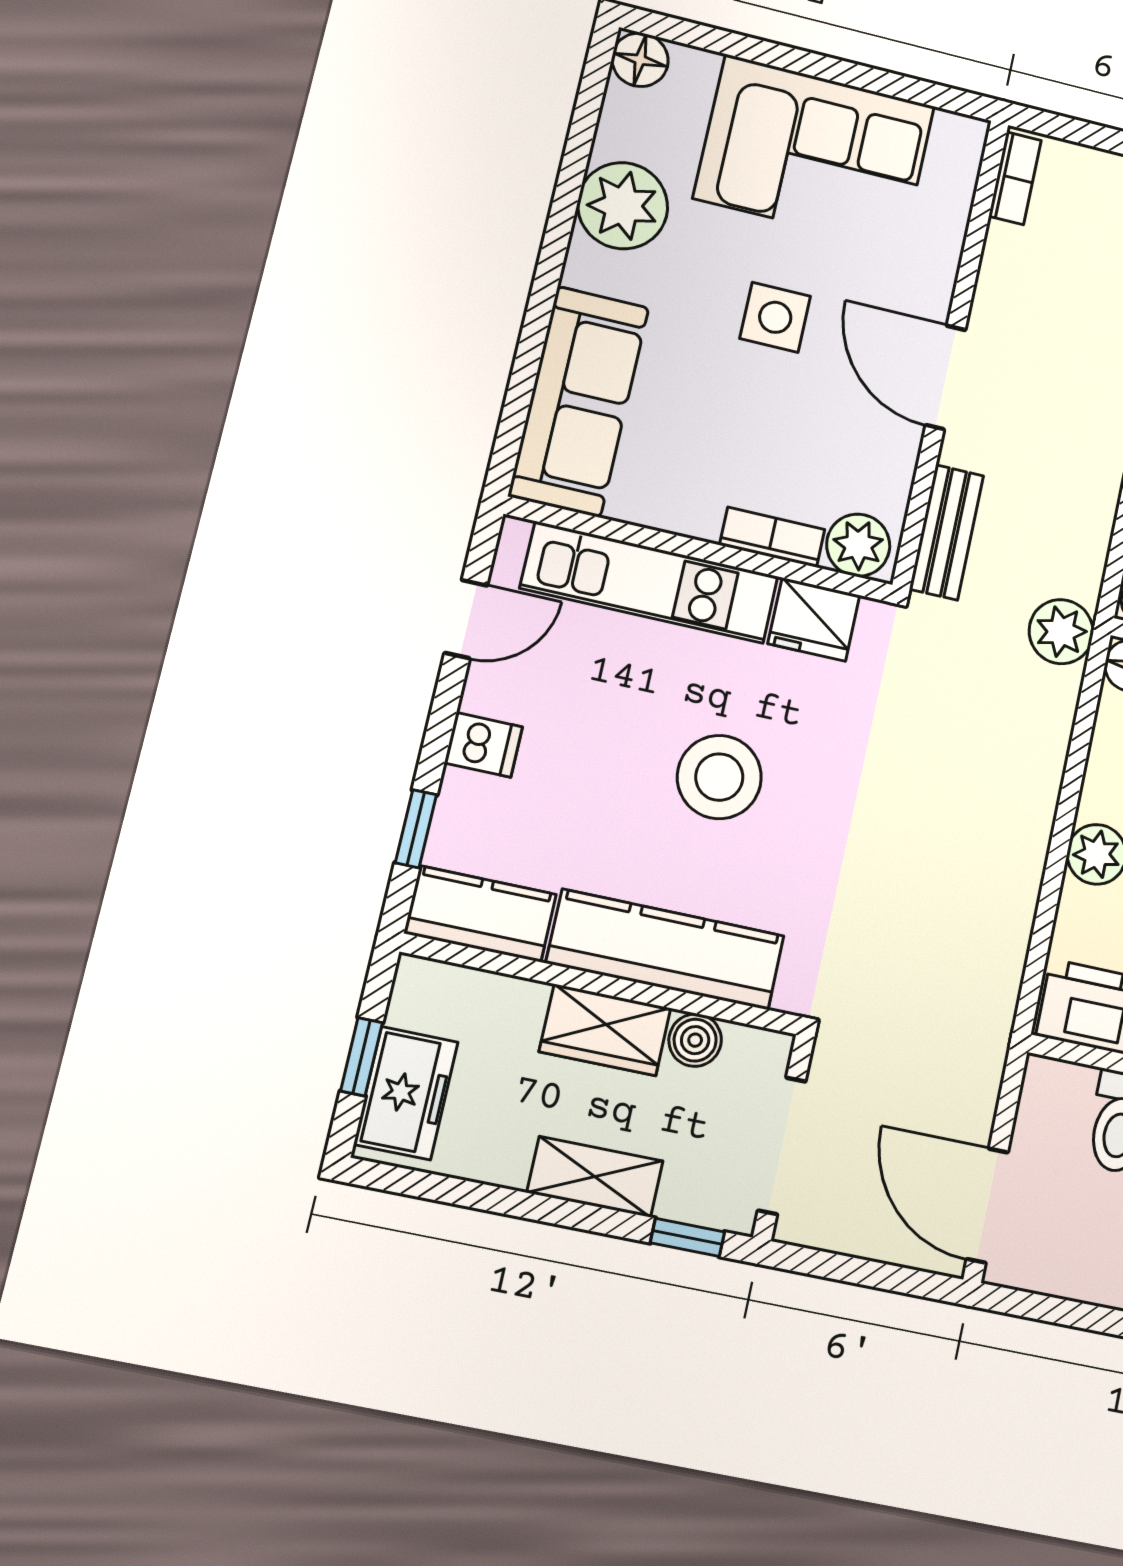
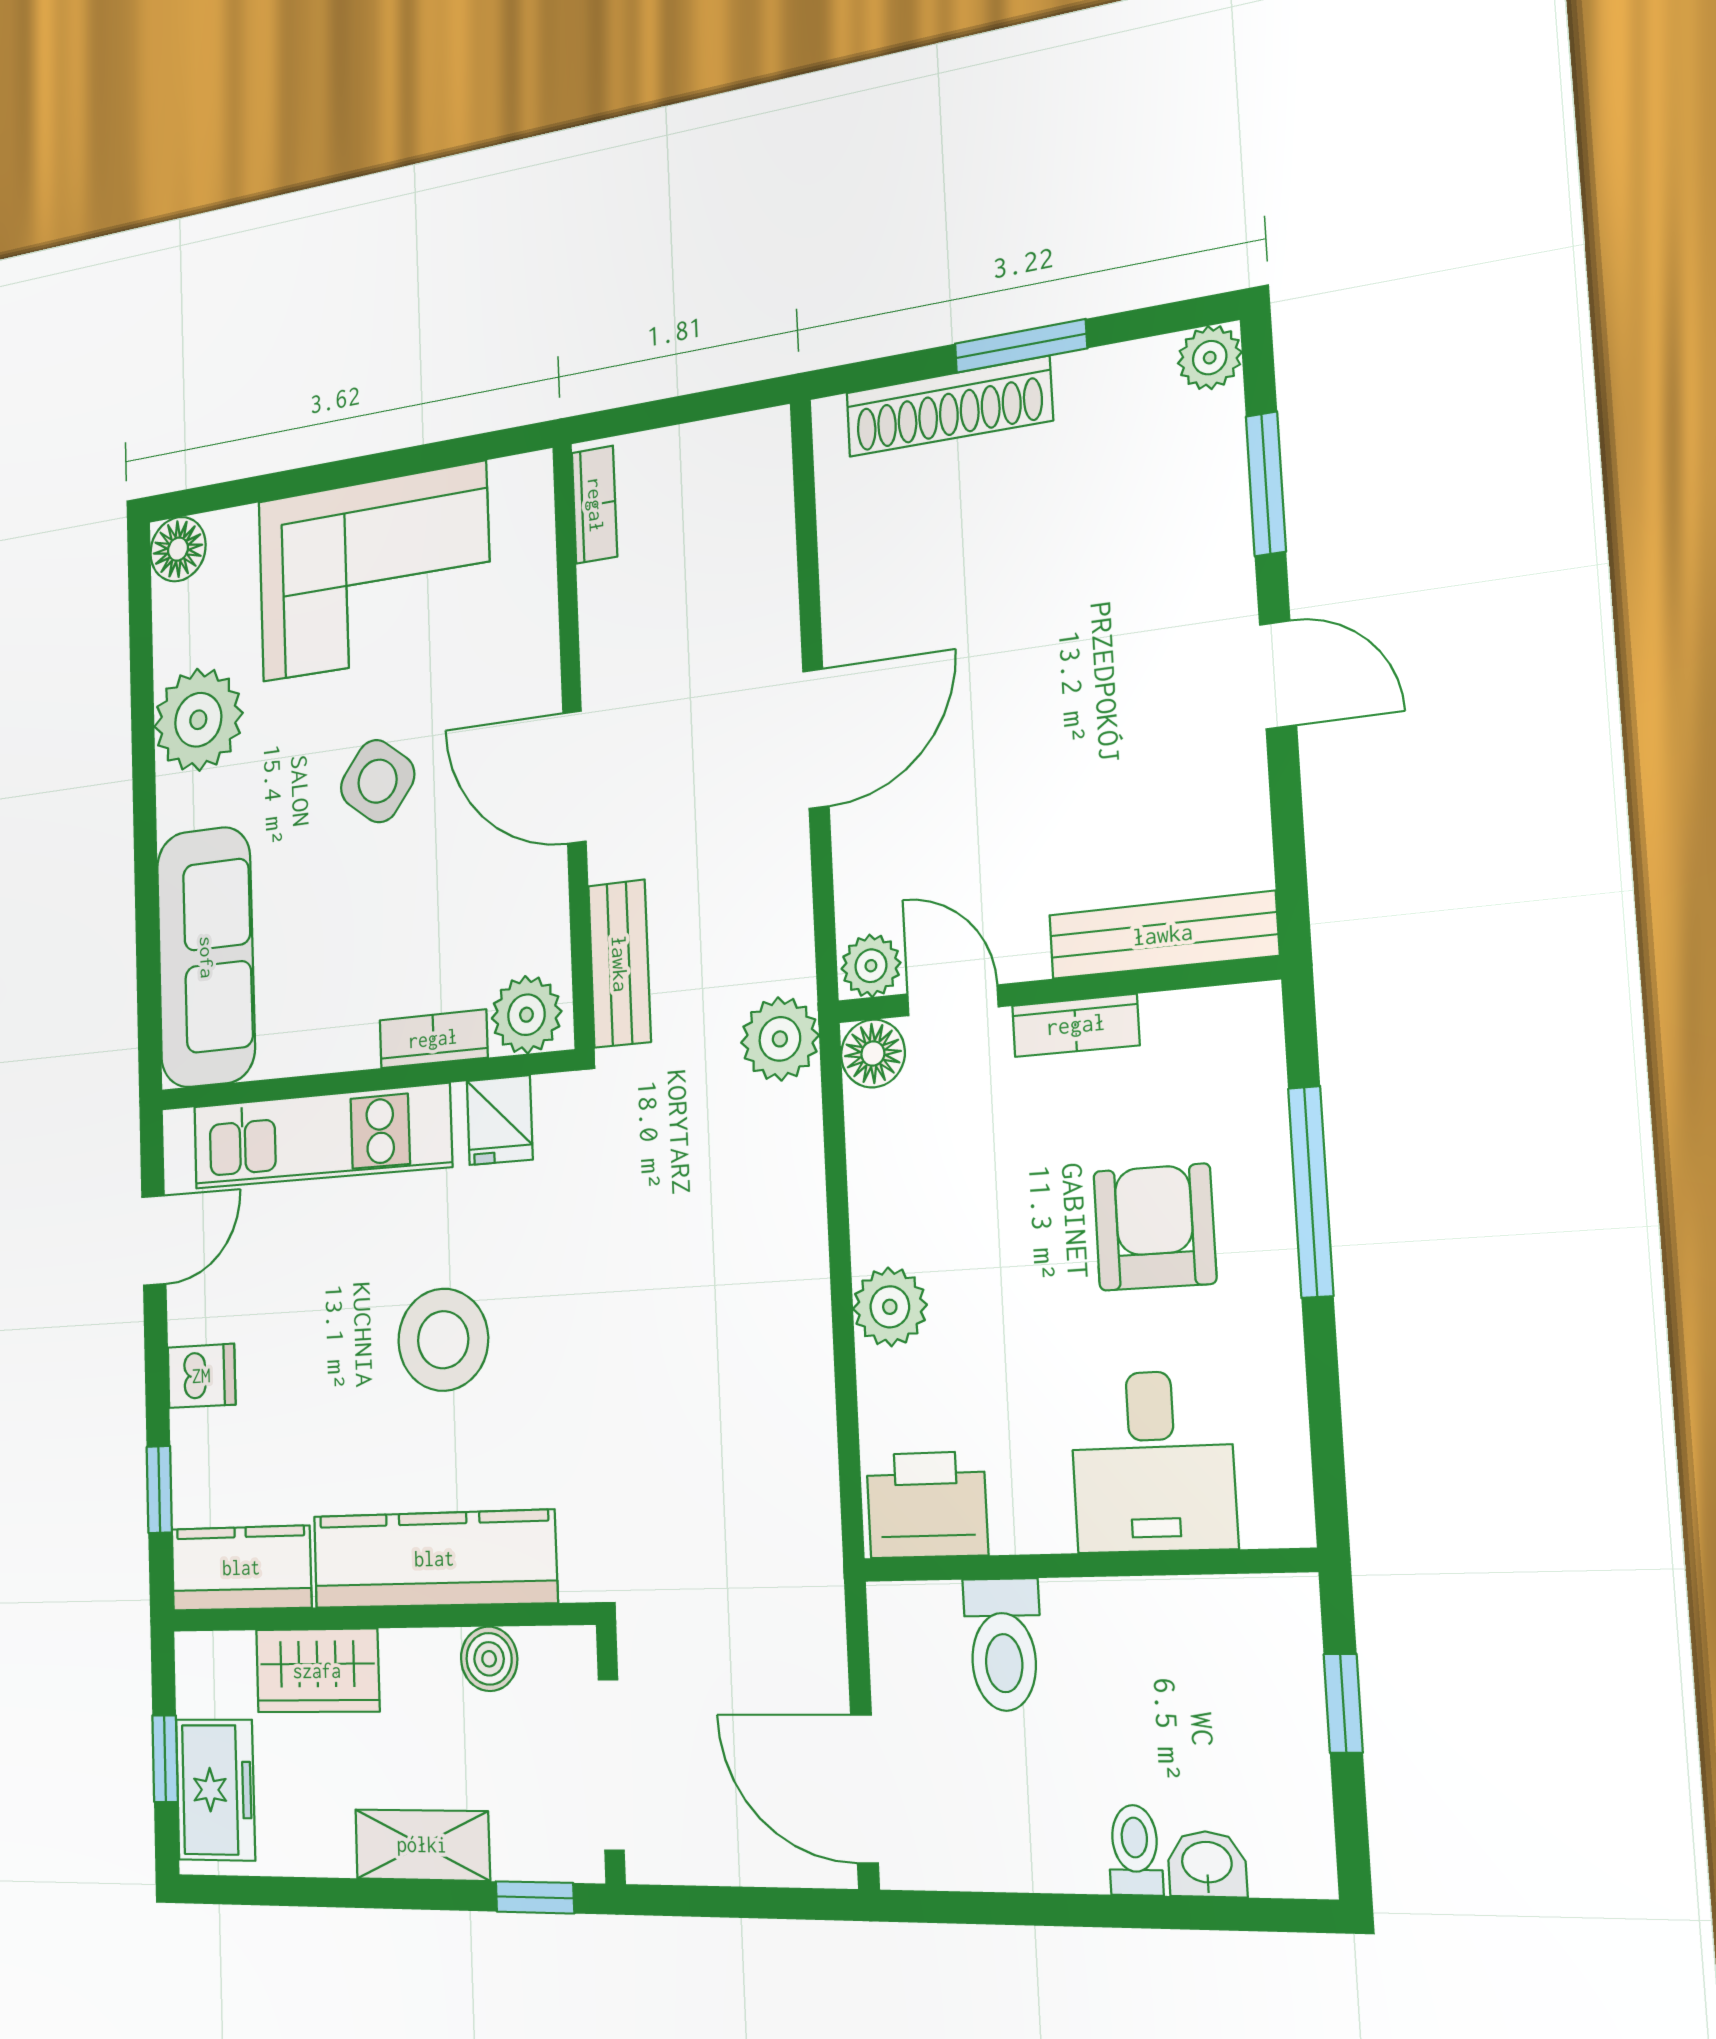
side table: (775, 317) -> (378, 781), turned 38
fridge: (814, 619) -> (500, 1120), width x0.72
wardrobe: (605, 1030) -> (317, 1671), moved

